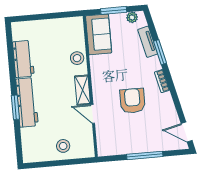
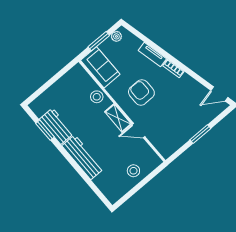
tv unit: (148, 42) -> (152, 55), moved
window: (160, 52) -> (156, 48), removed
armchair: (132, 101) -> (141, 92), moved
window: (15, 107) -> (45, 130), moved
window: (145, 155) -> (200, 134), width x0.69

